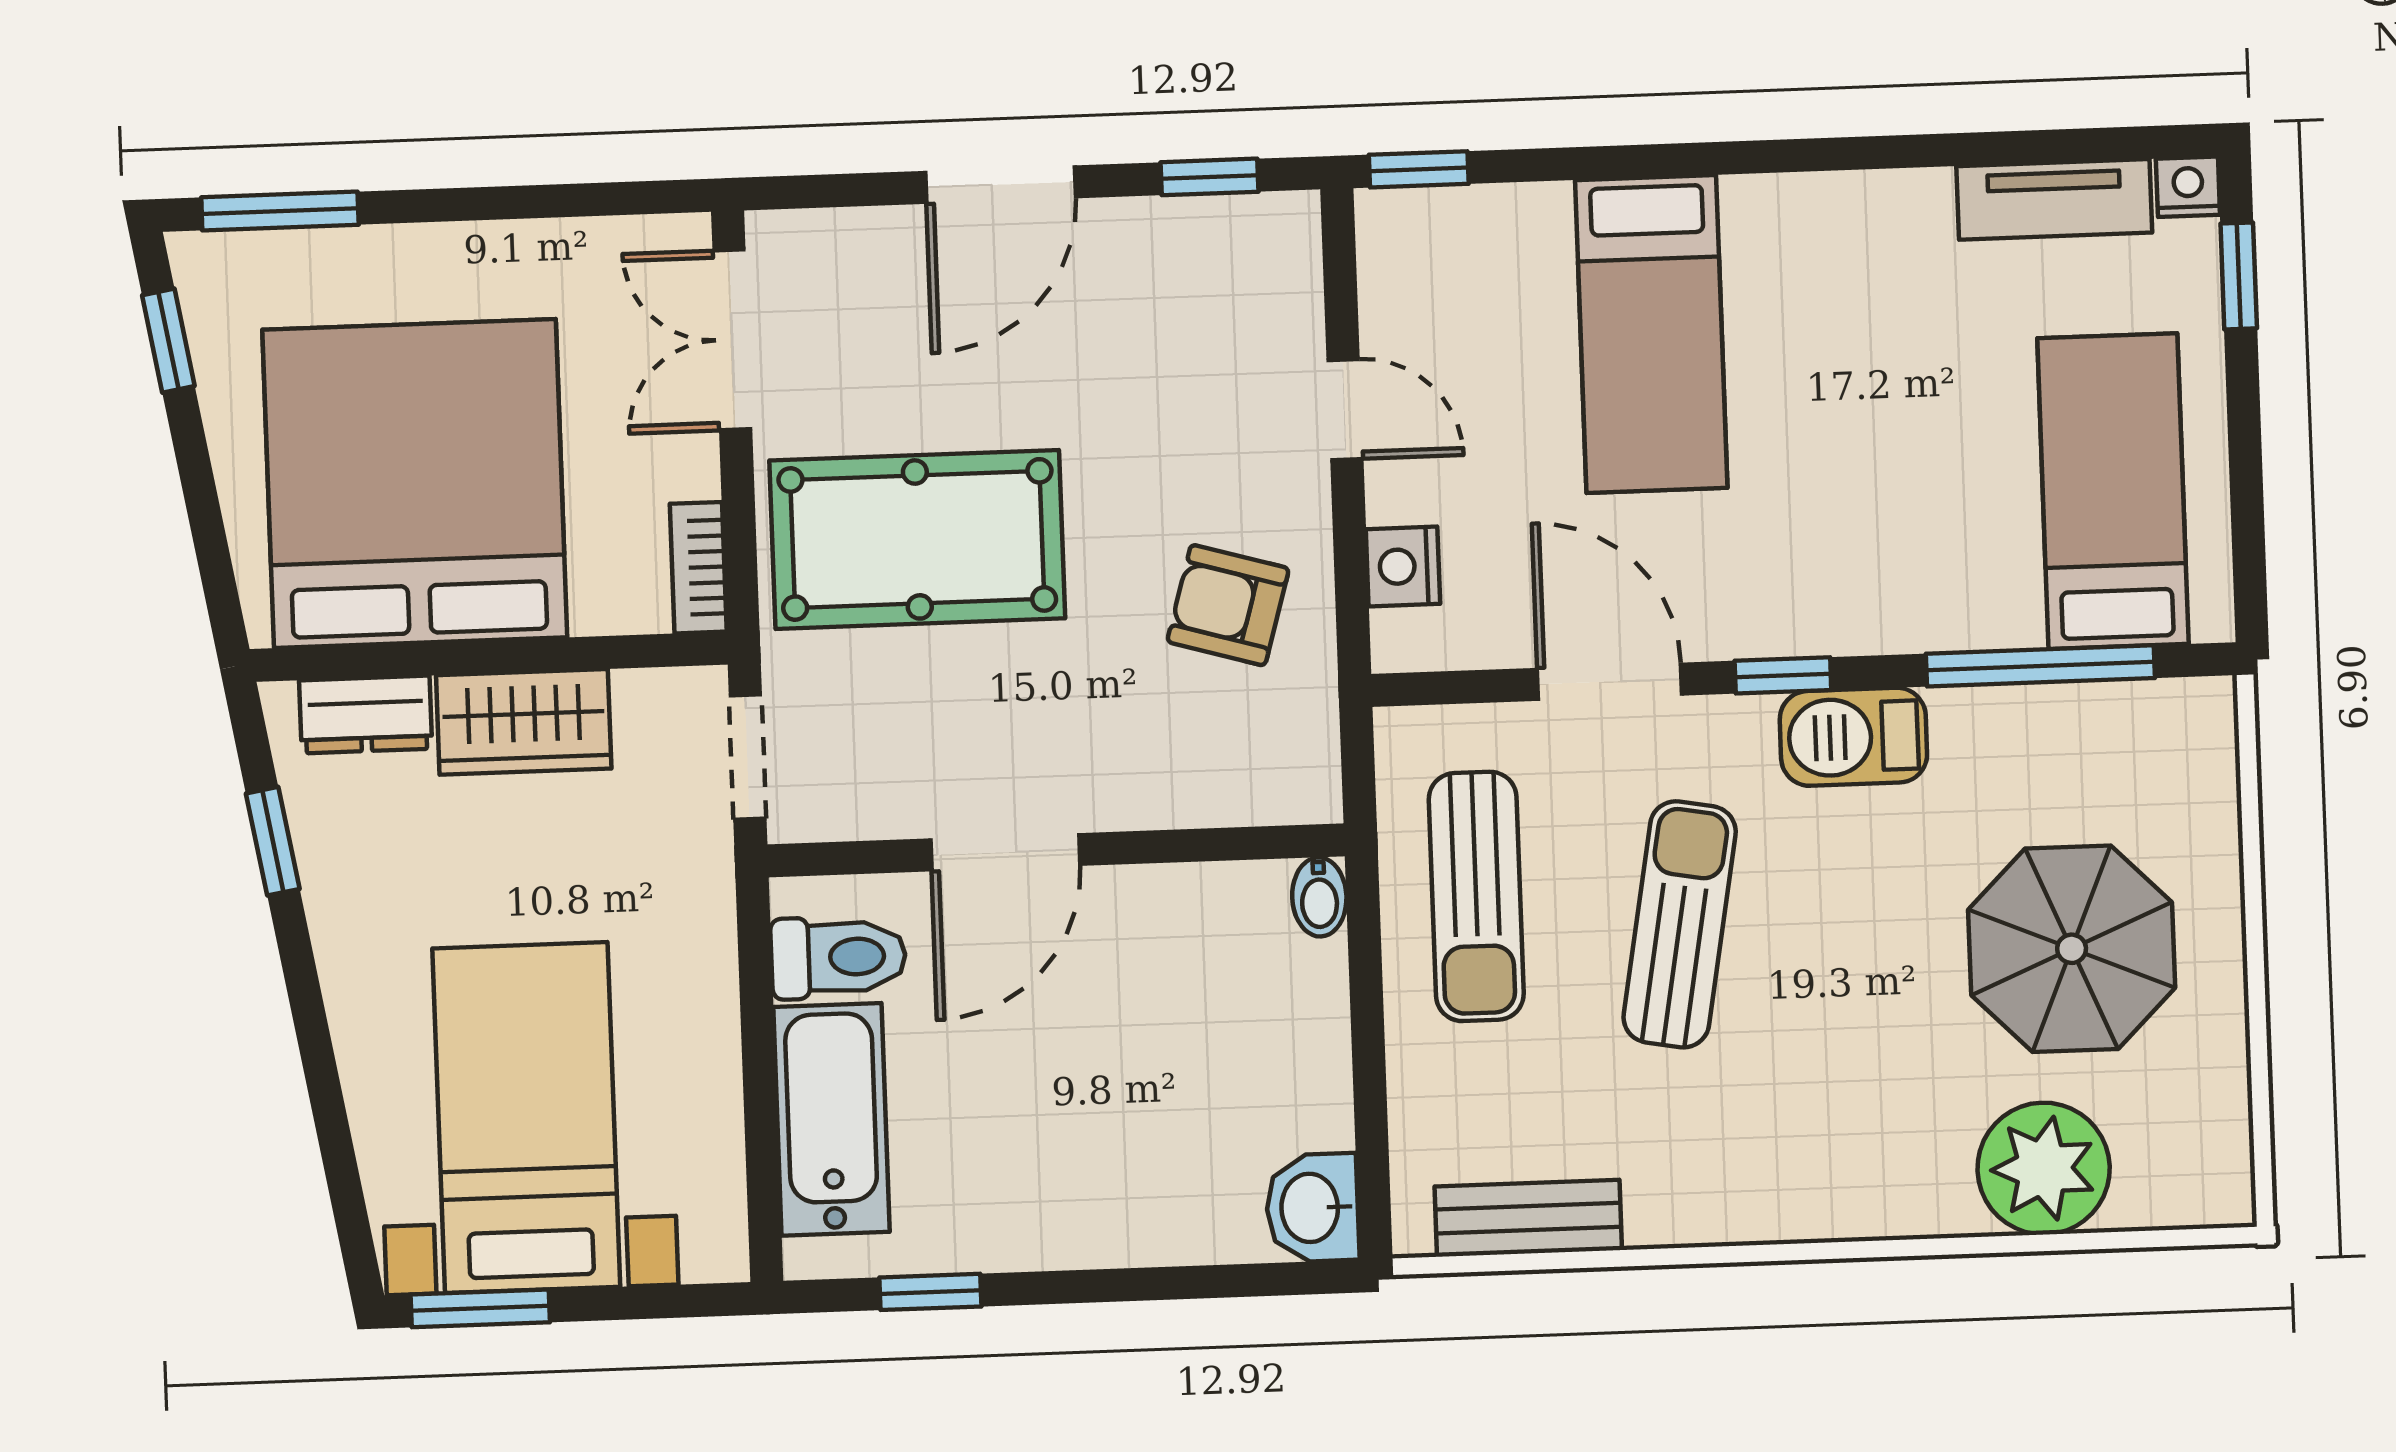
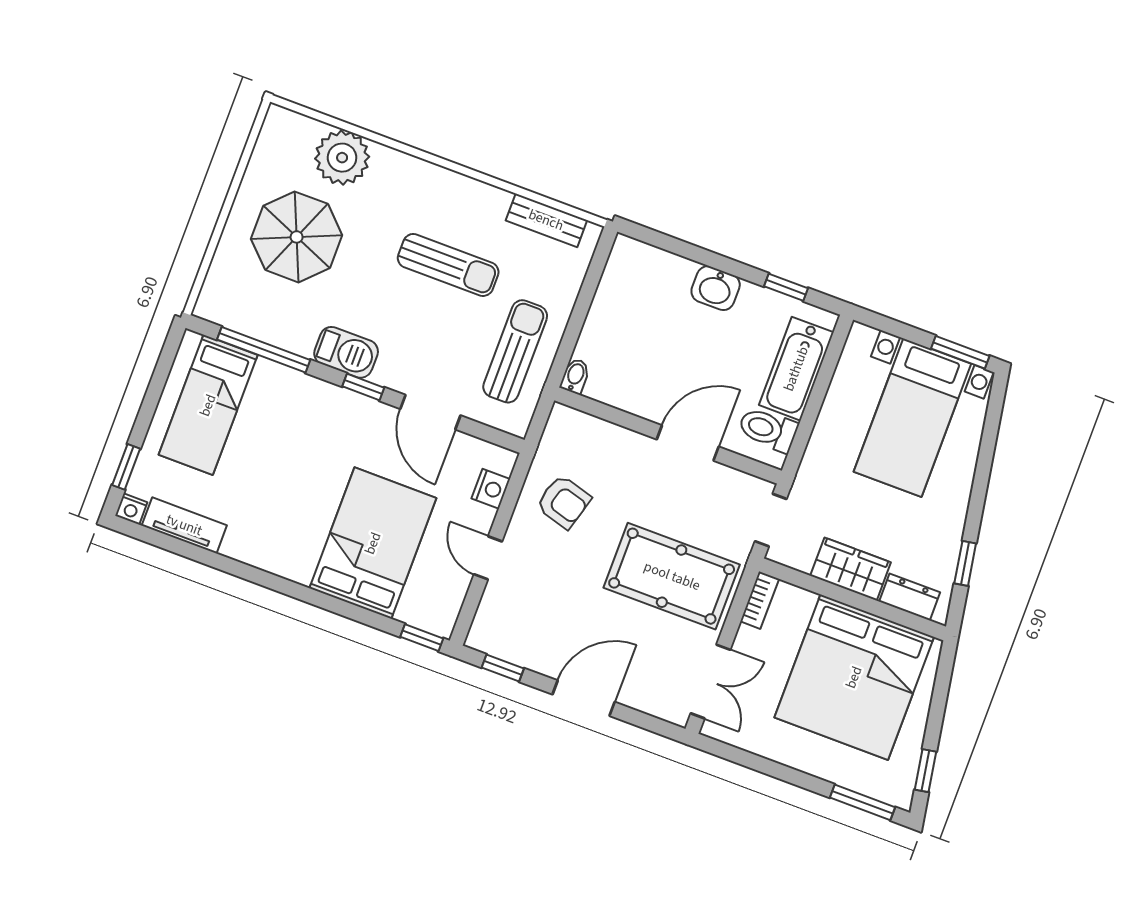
bed: (1651, 334) -> (373, 543), width x1.50
sun lounger: (1680, 924) -> (448, 265), moved, turned -100
washbasin: (1312, 1208) -> (716, 288), moved, turned 90

